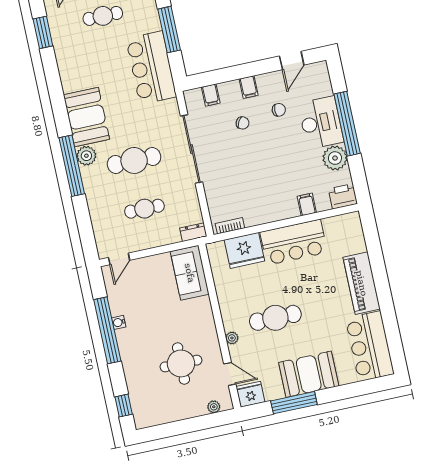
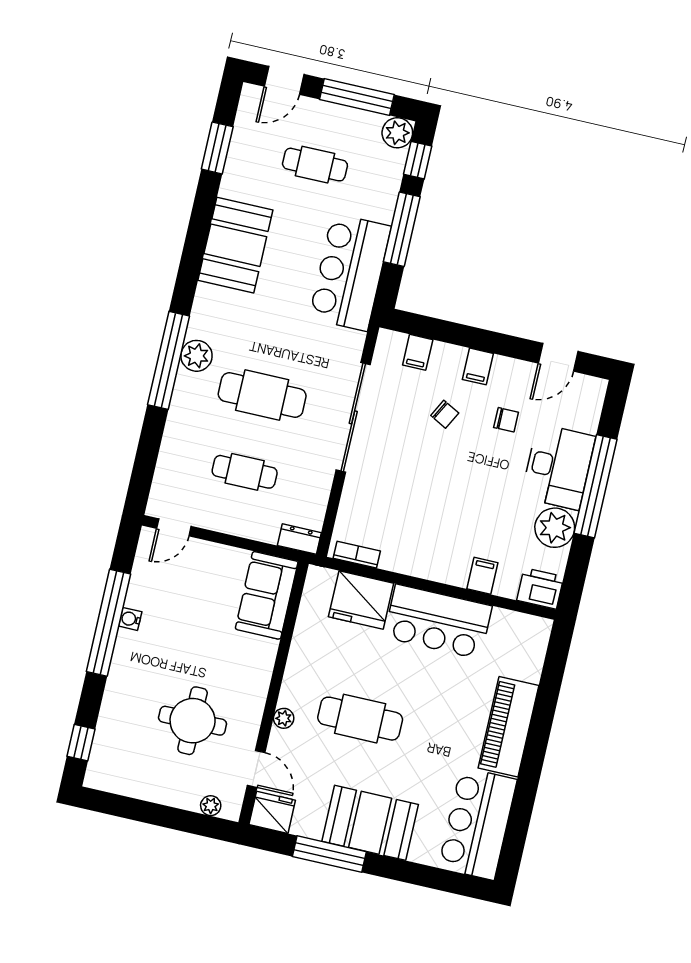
booth: (86, 117) -> (235, 245), moved

